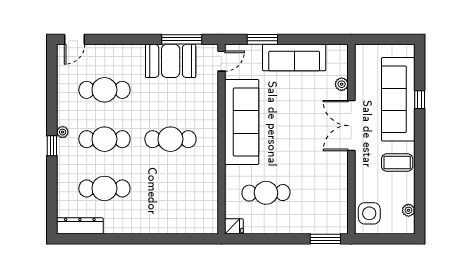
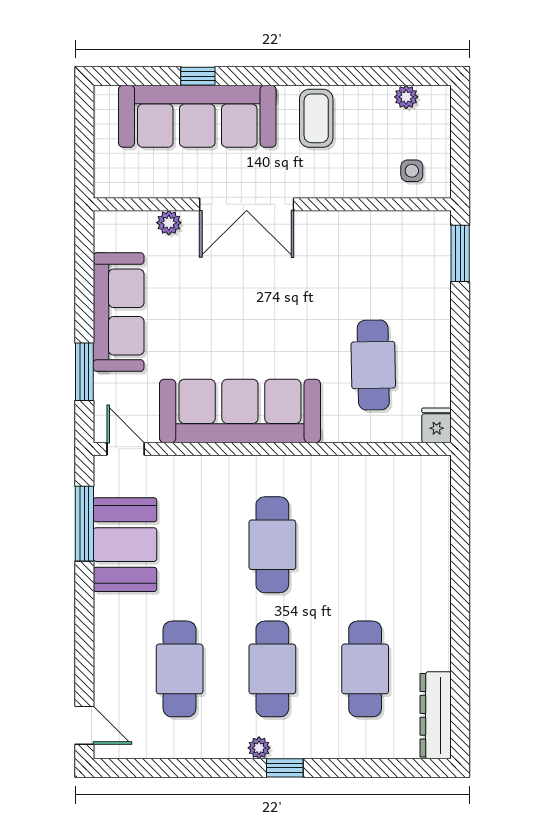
side table: (369, 213) -> (412, 171), width x0.54, depth x0.54

